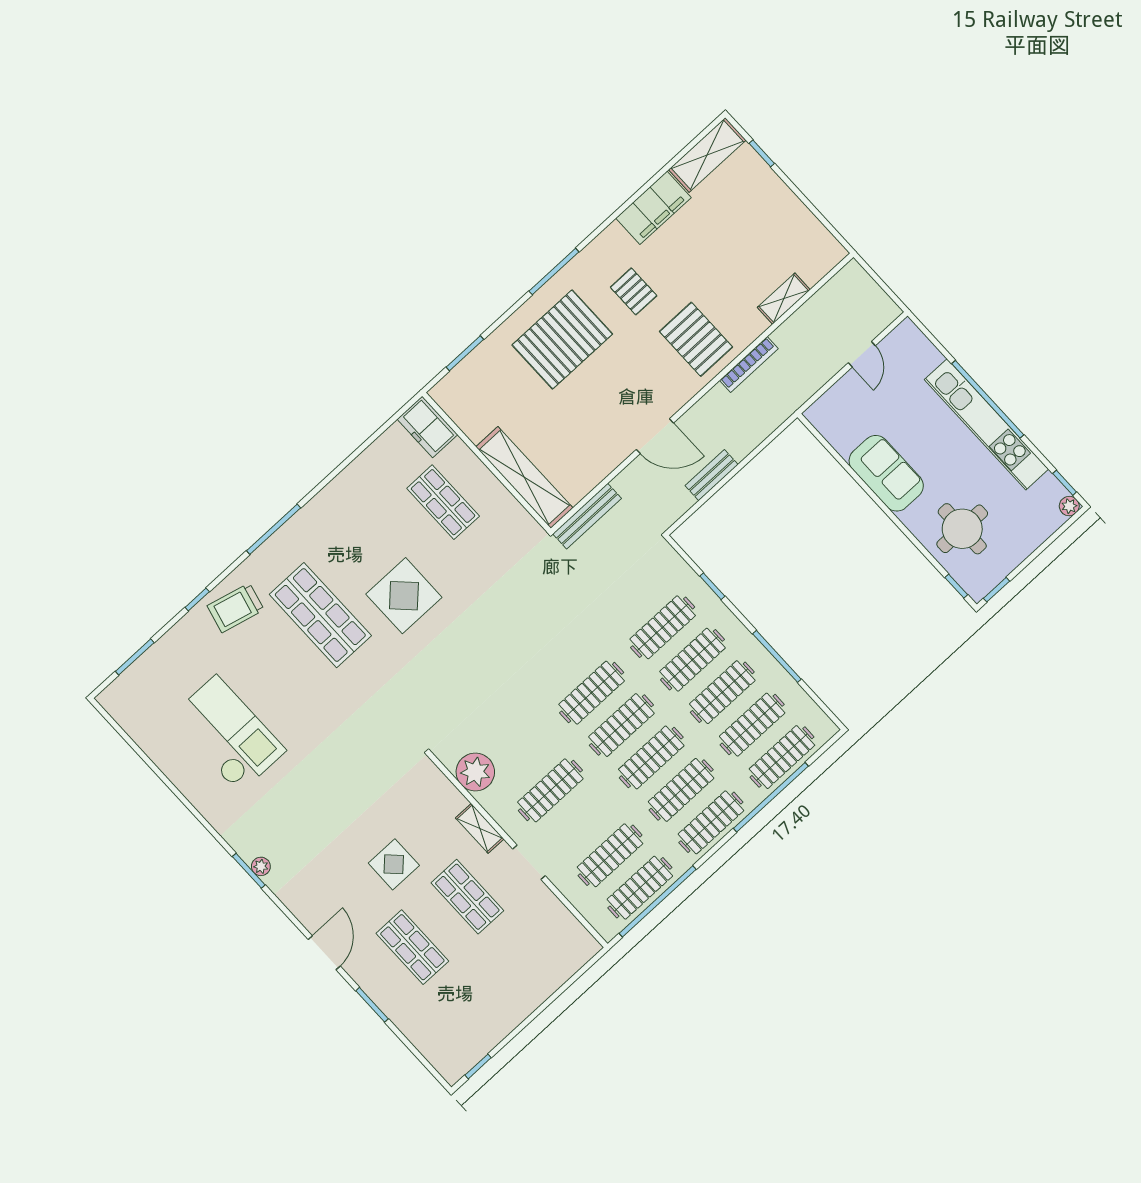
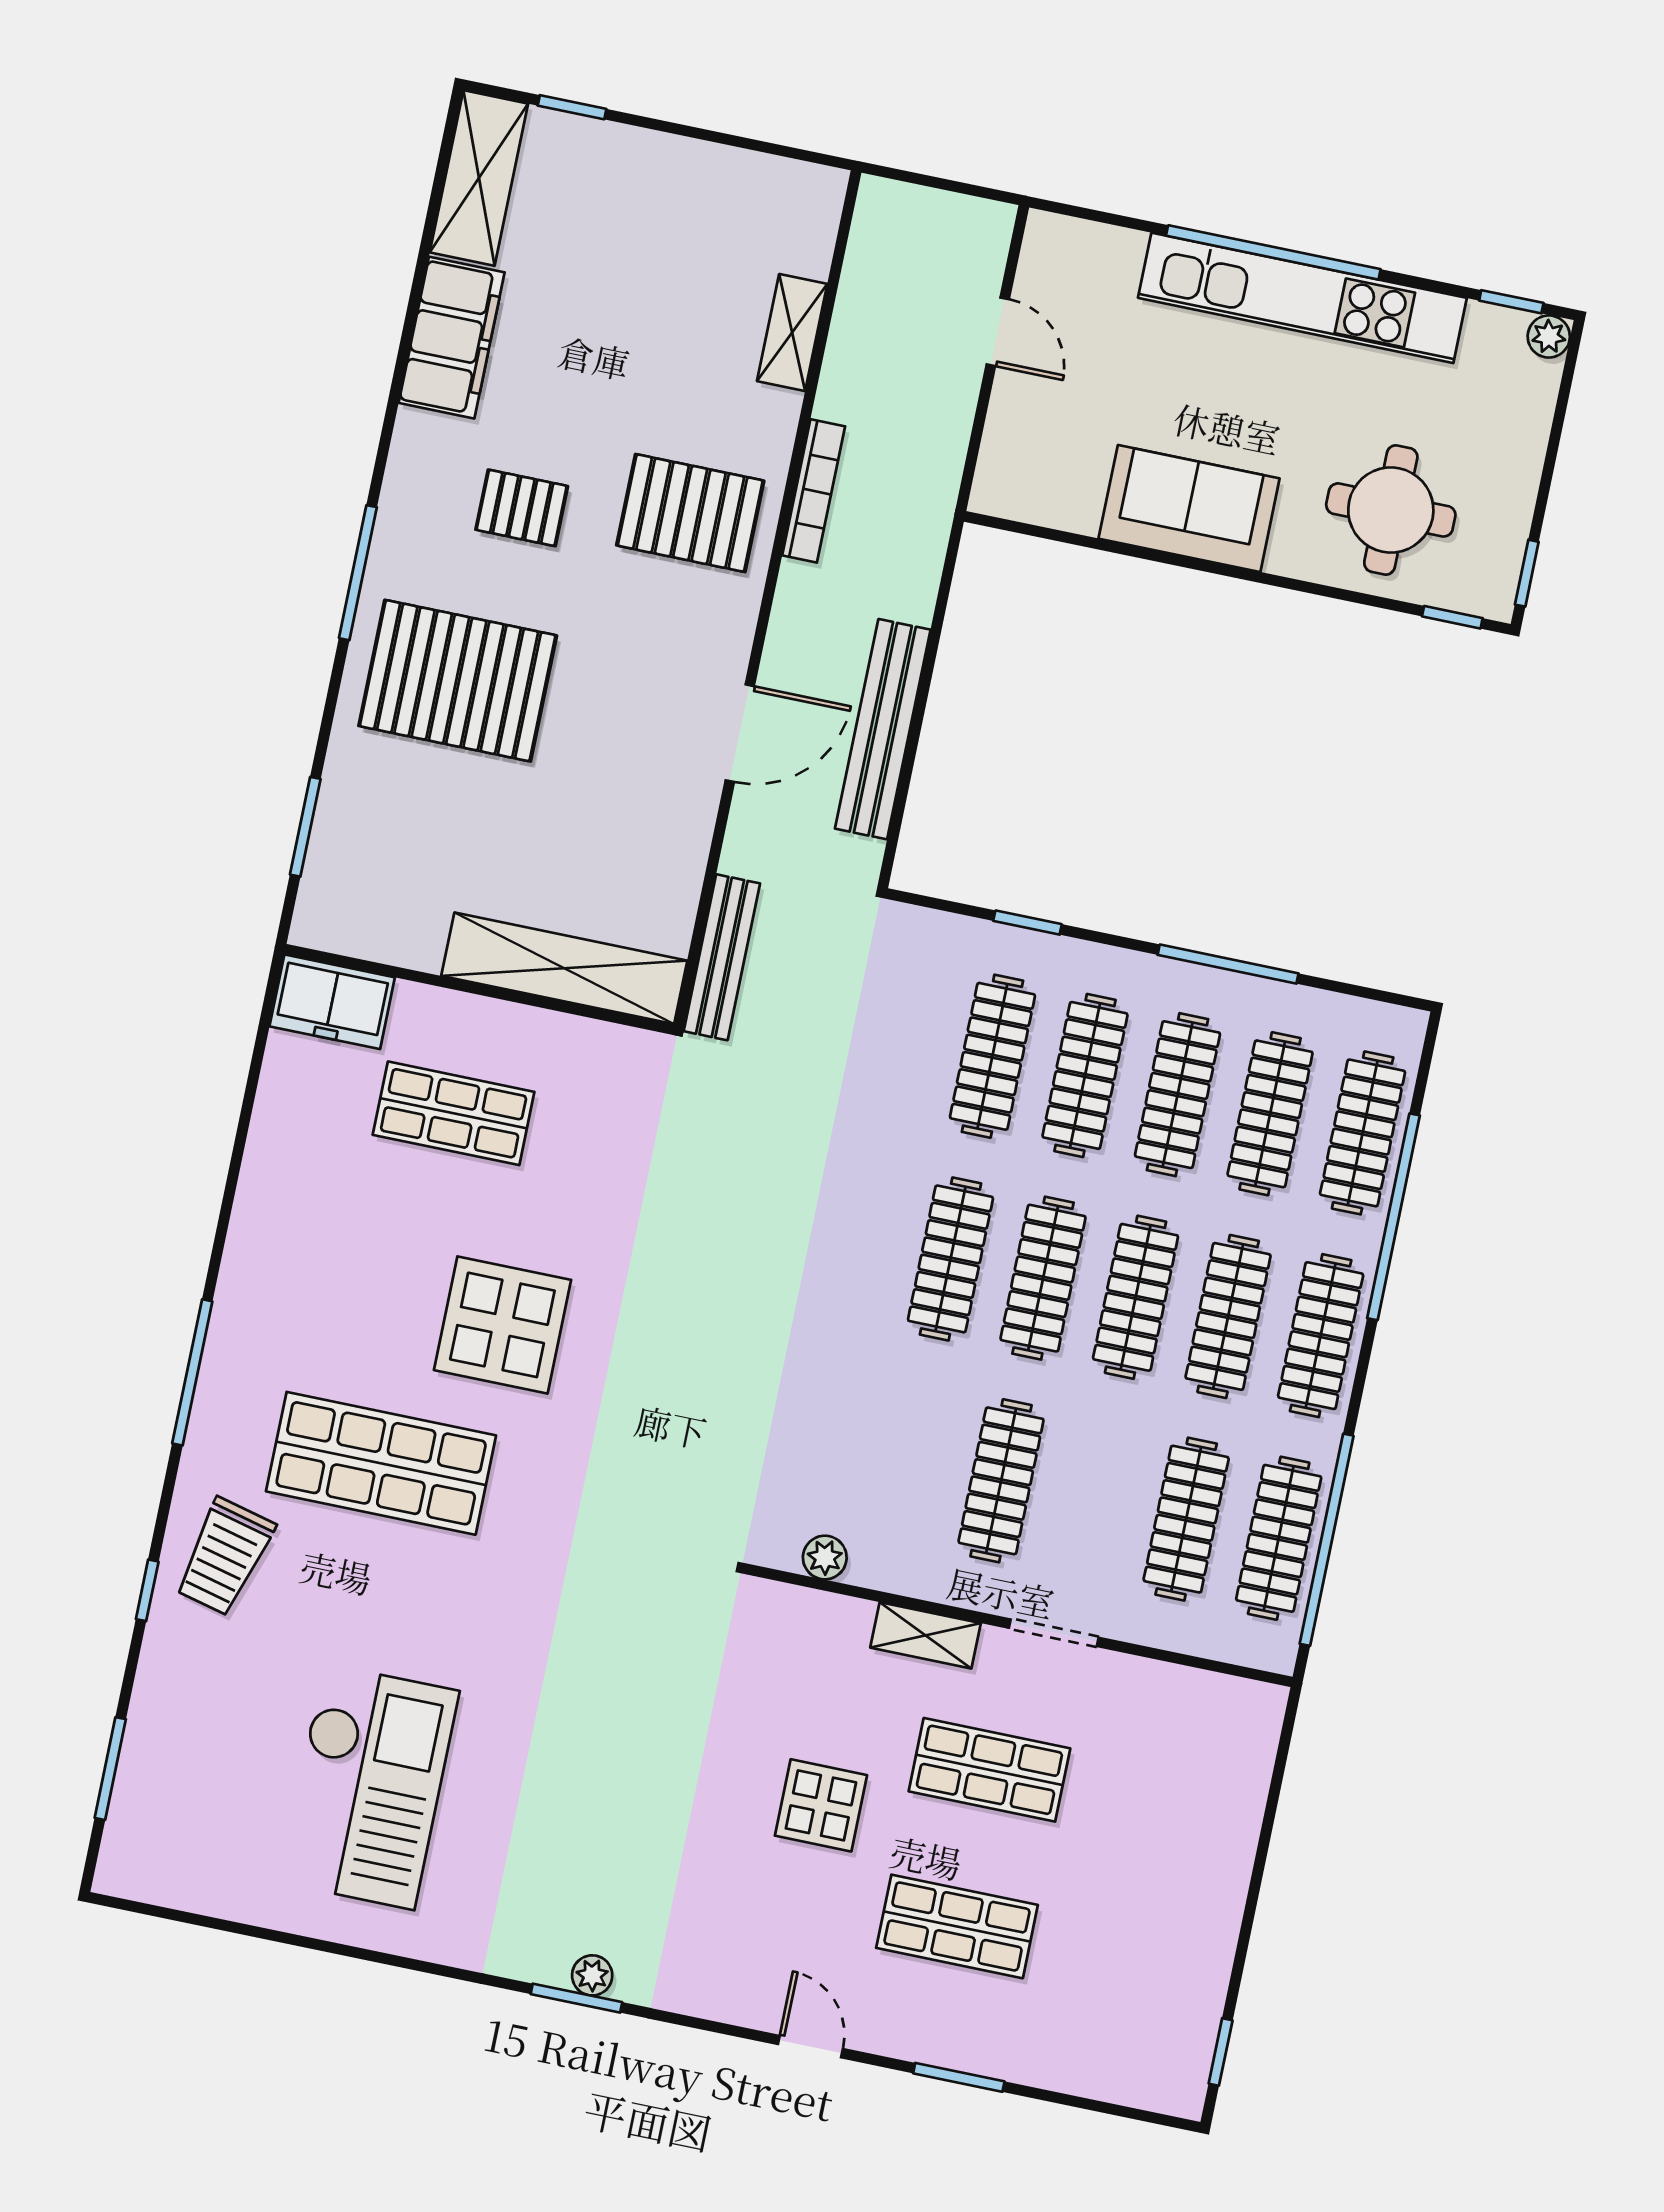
pallet: (562, 339) -> (458, 681), turned 90
bench: (712, 475) -> (883, 729), width x1.86, depth x1.21
checkout: (228, 734) -> (369, 1787), turned 90
plant: (475, 772) -> (825, 1557), width x0.53, depth x0.53
door: (324, 953) -> (810, 2047), width x0.73

